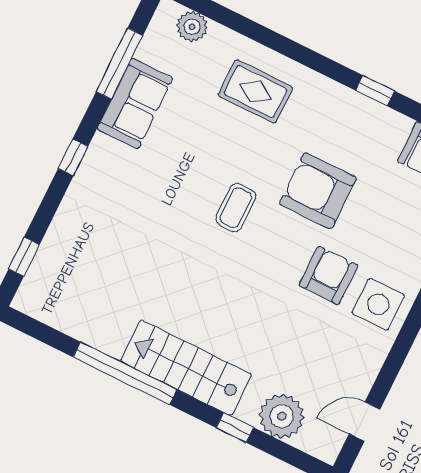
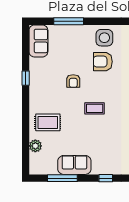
plant: (192, 27) -> (35, 146), moved
rug: (255, 91) -> (48, 122), turned 90
armchair: (318, 191) -> (73, 81), width x0.53, depth x0.53

